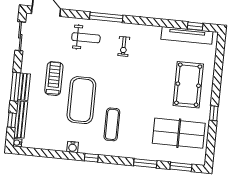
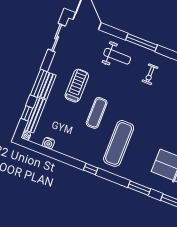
exercise mat: (81, 100) -> (97, 113), width x0.50, depth x0.69
exercise mat: (112, 124) -> (119, 143), width x1.36, depth x1.45
water cooler: (73, 147) -> (48, 143), moved

